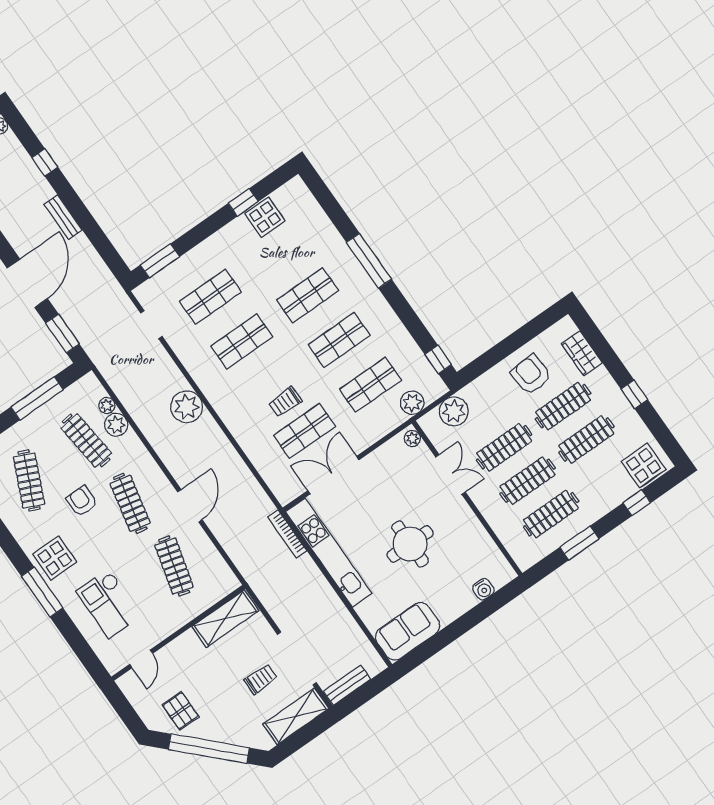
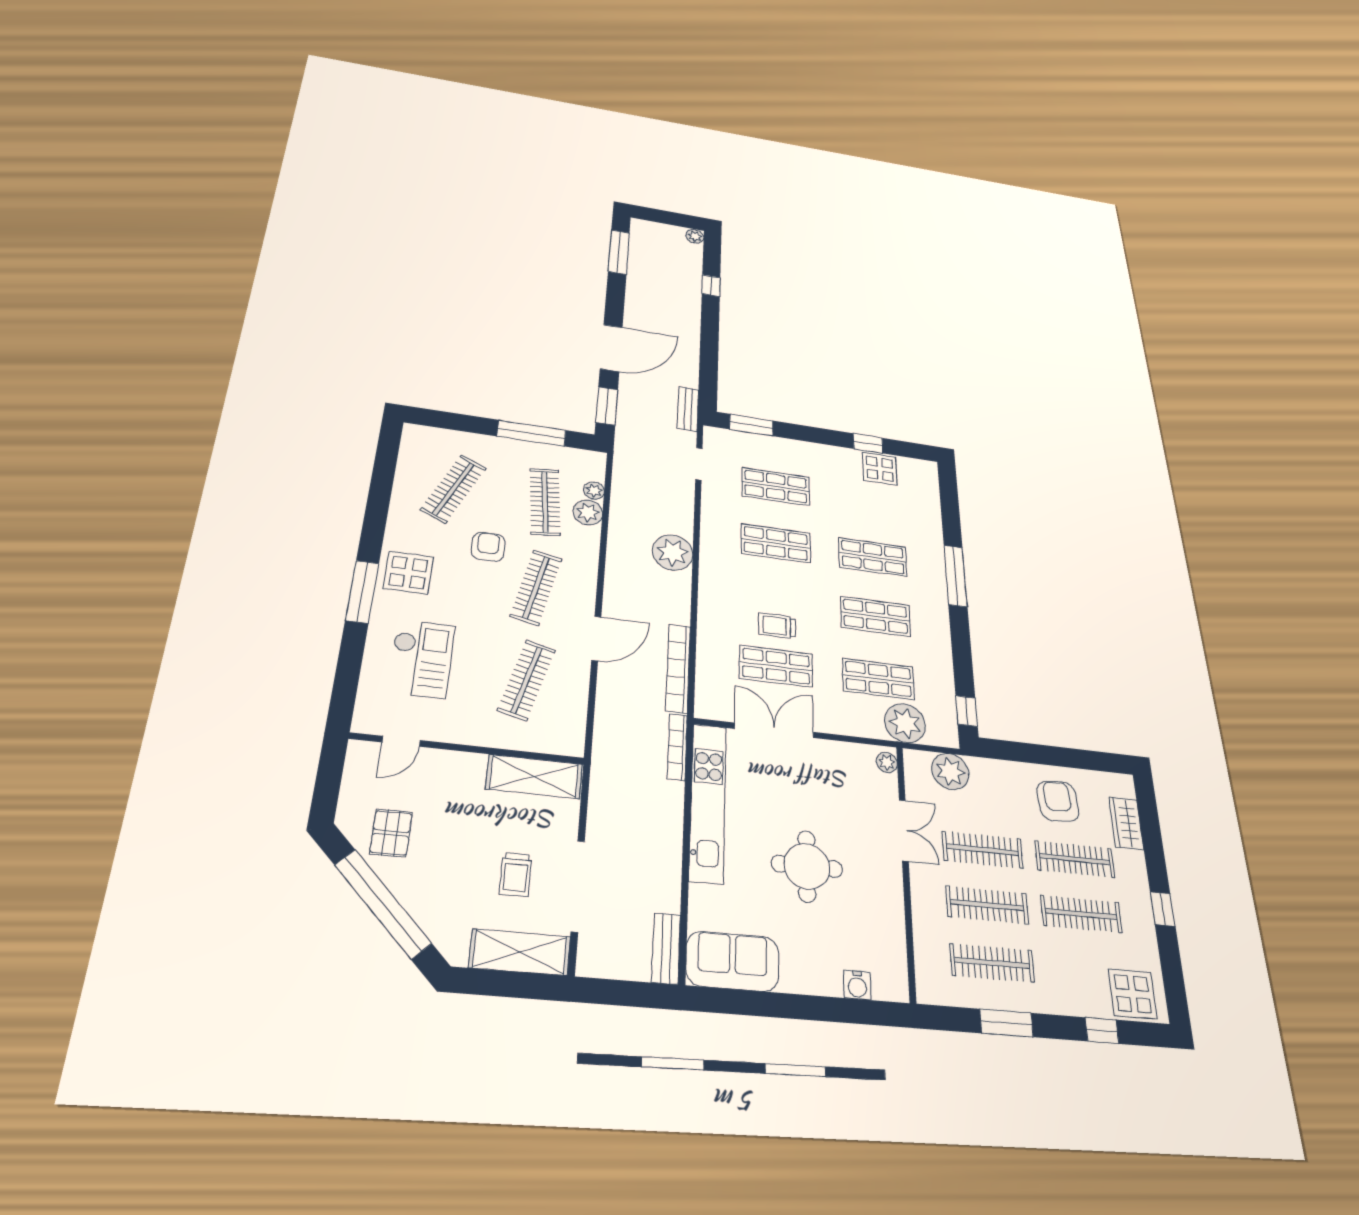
bench: (63, 217) -> (688, 409), moved
plant: (412, 403) -> (905, 723), width x1.36, depth x1.36
bookcase: (250, 484) -> (678, 668), added
checkout: (109, 603) -> (421, 659), turned 180
trolley: (261, 679) -> (516, 874), turned 90
bench: (347, 685) -> (666, 949), moved, turned 90

